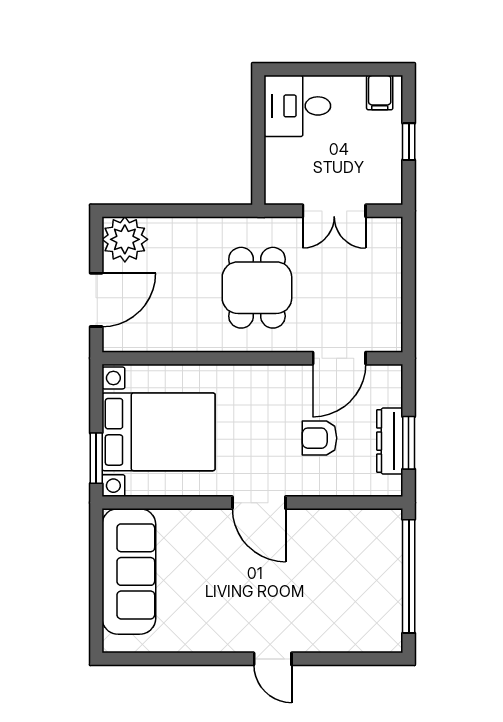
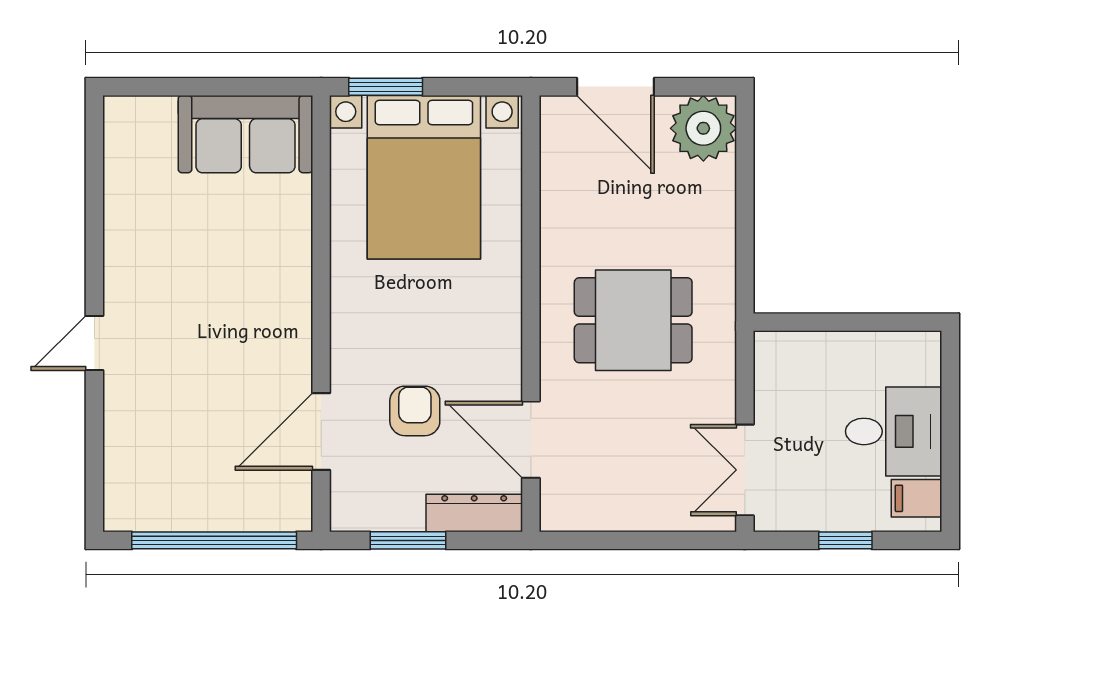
desk: (297, 106) -> (894, 431), moved, turned 90
double door: (334, 211) -> (745, 470), moved
dresser: (390, 441) -> (474, 513), moved
door: (259, 503) -> (321, 432), moved
sofa: (129, 571) -> (245, 134), width x0.73

